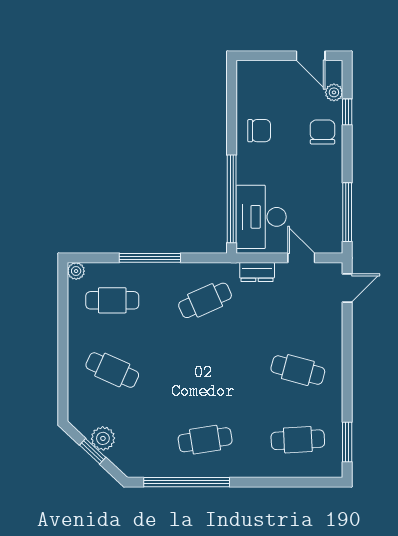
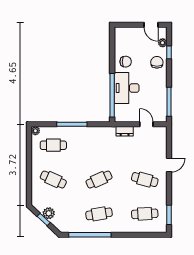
desk: (261, 217) -> (127, 88), moved
door: (347, 288) -> (169, 165), moved
cafe table: (205, 300) -> (99, 180), moved

